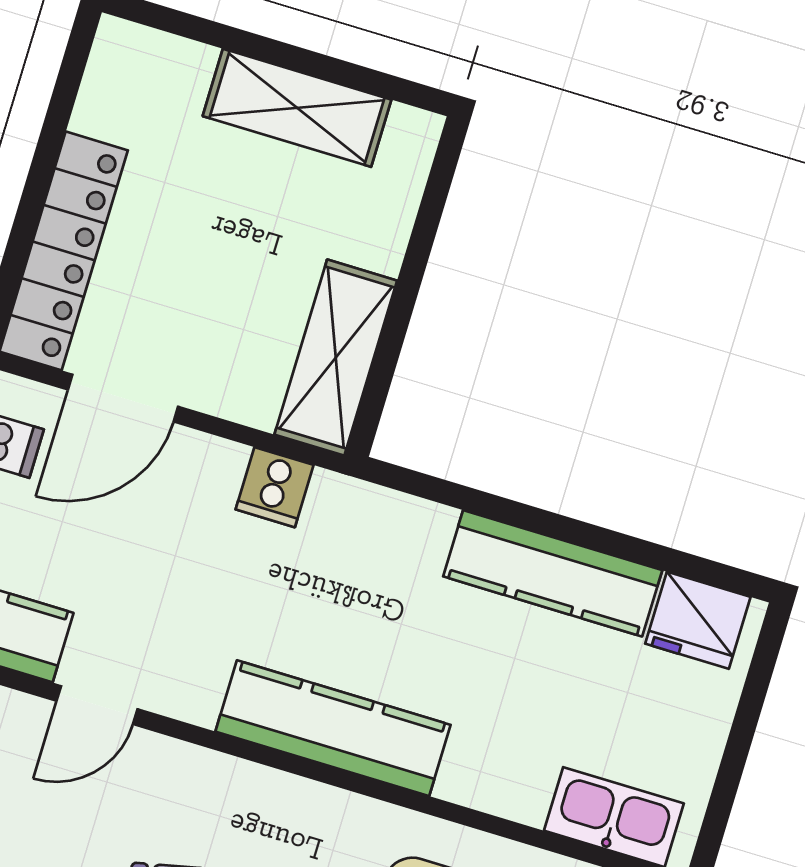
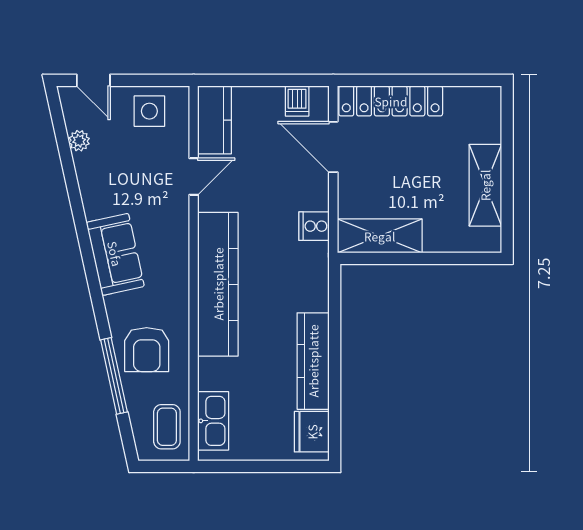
door: (97, 705) -> (194, 176), swing flipped
kitchen counter: (333, 728) -> (218, 284), width x1.39, depth x1.17

